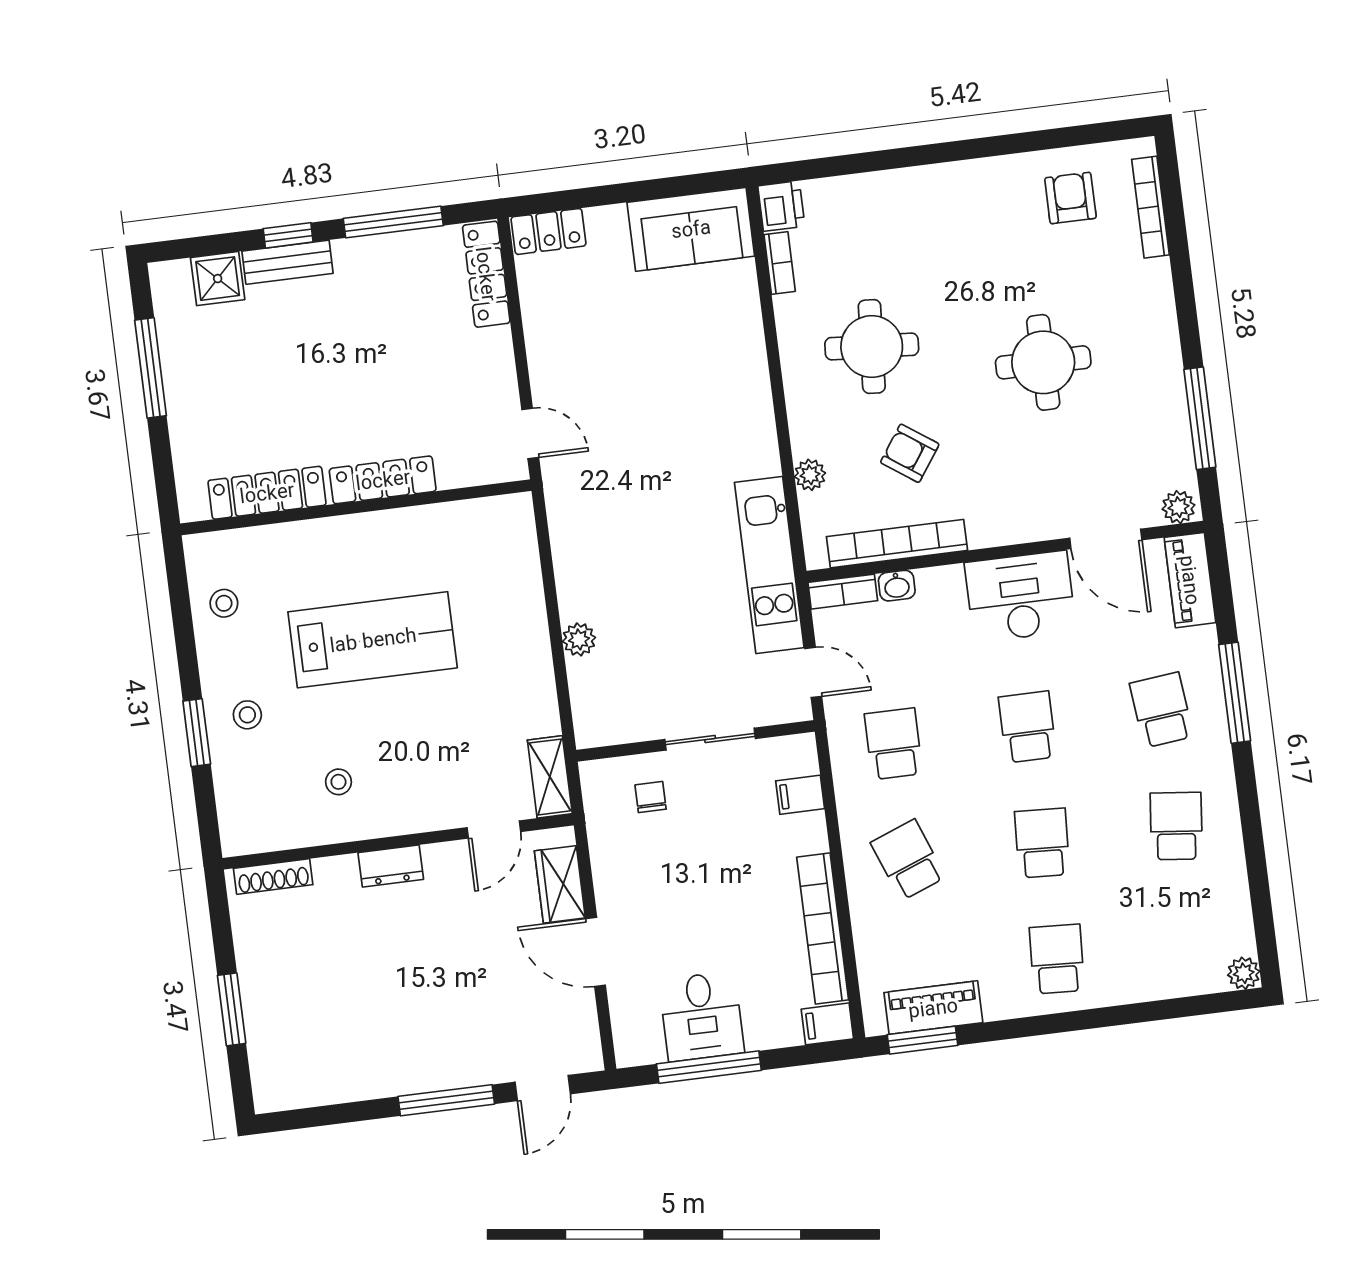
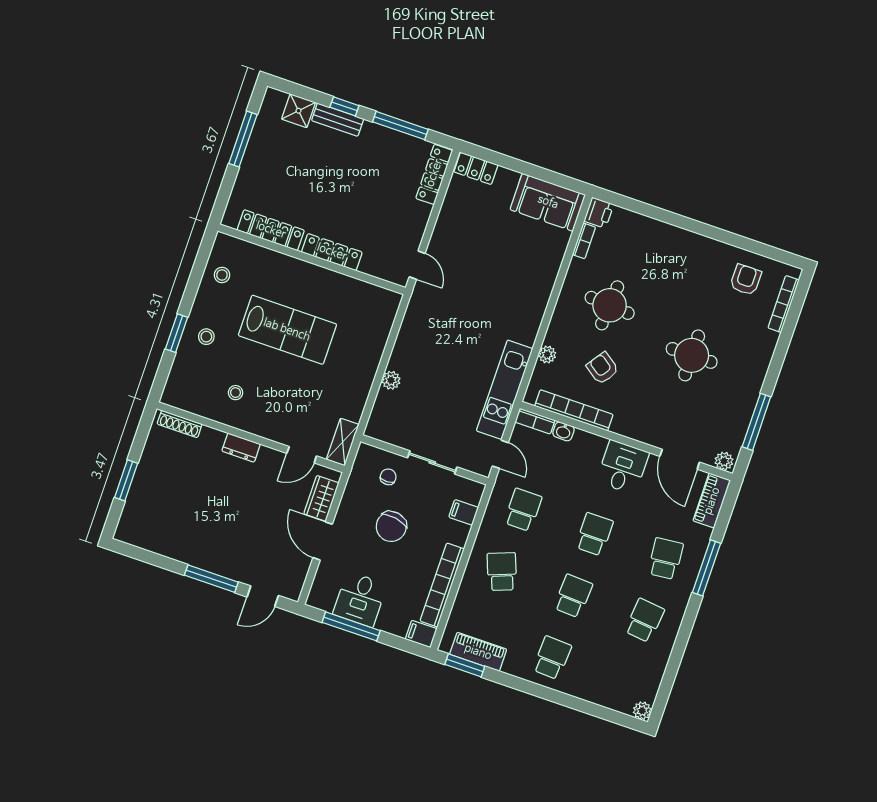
desk: (1020, 597) -> (623, 467), width x0.73
chair: (695, 875) -> (391, 526), added

